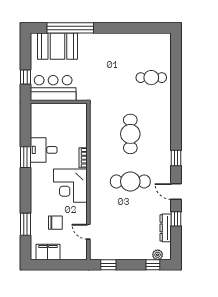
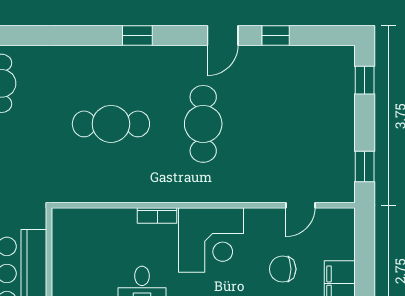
window: (176, 158) -> (137, 35), moved
chair: (55, 223) -> (283, 269), turned -90
dresser: (166, 228) -> (293, 56), removed
plant: (158, 255) -> (345, 71), removed

